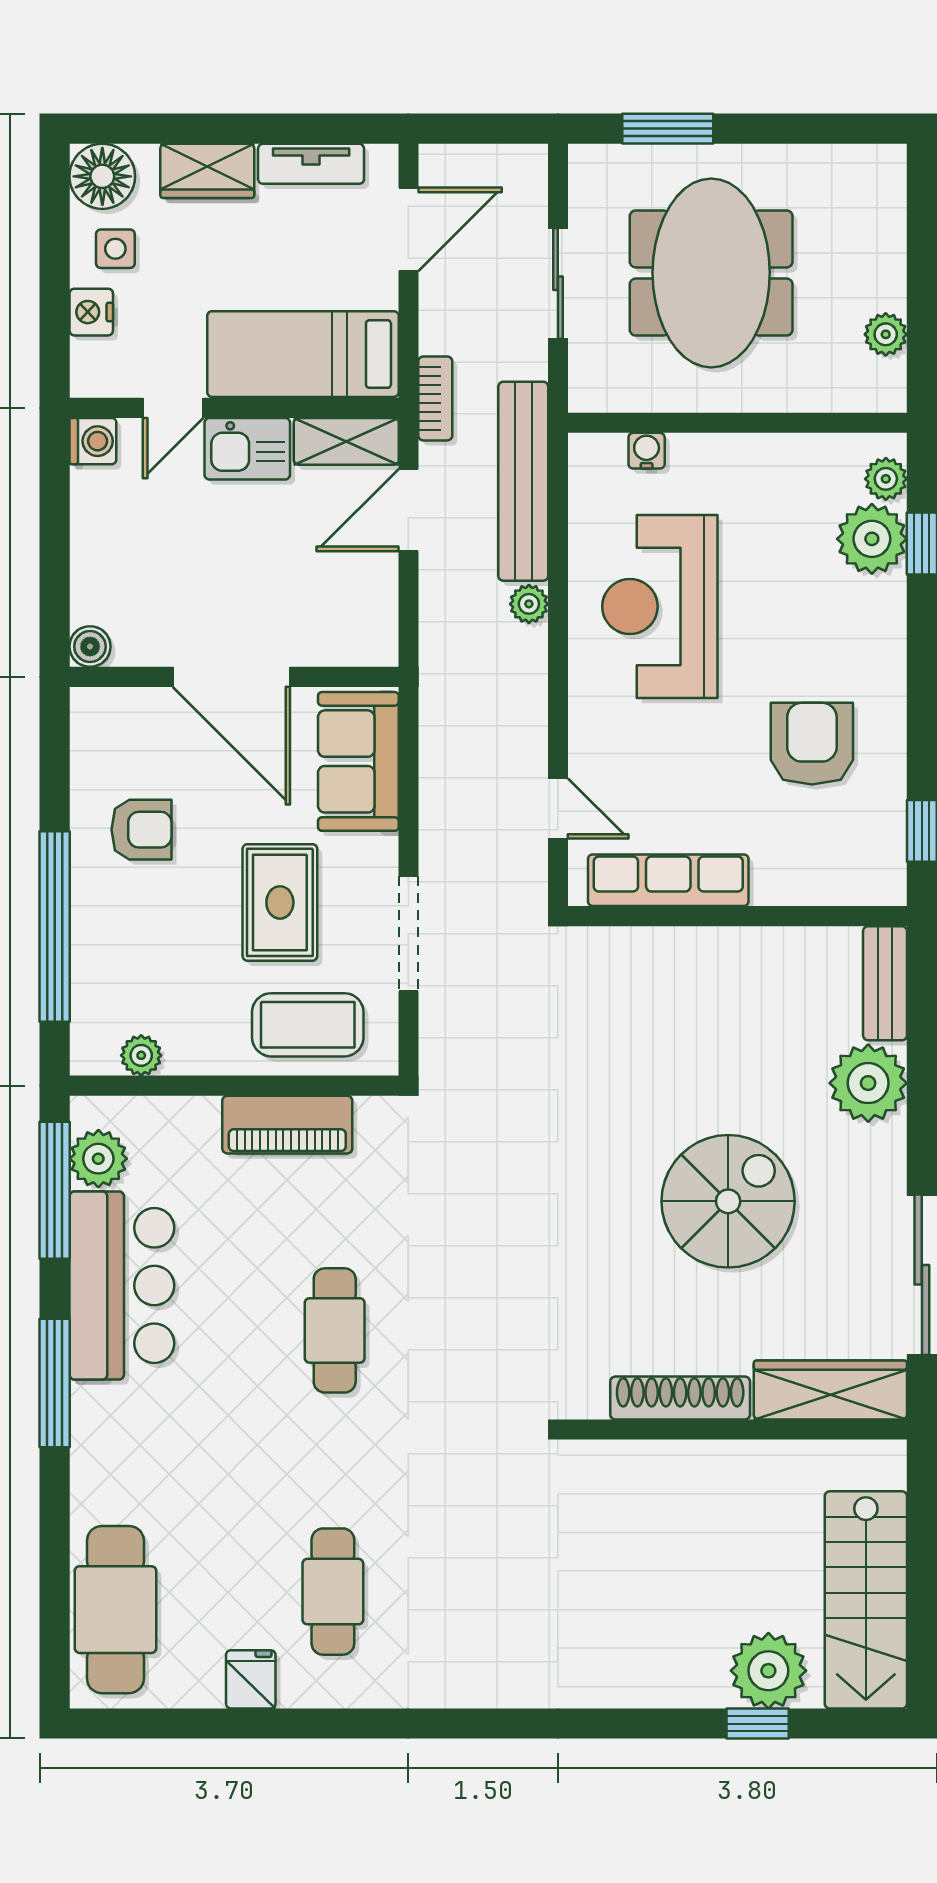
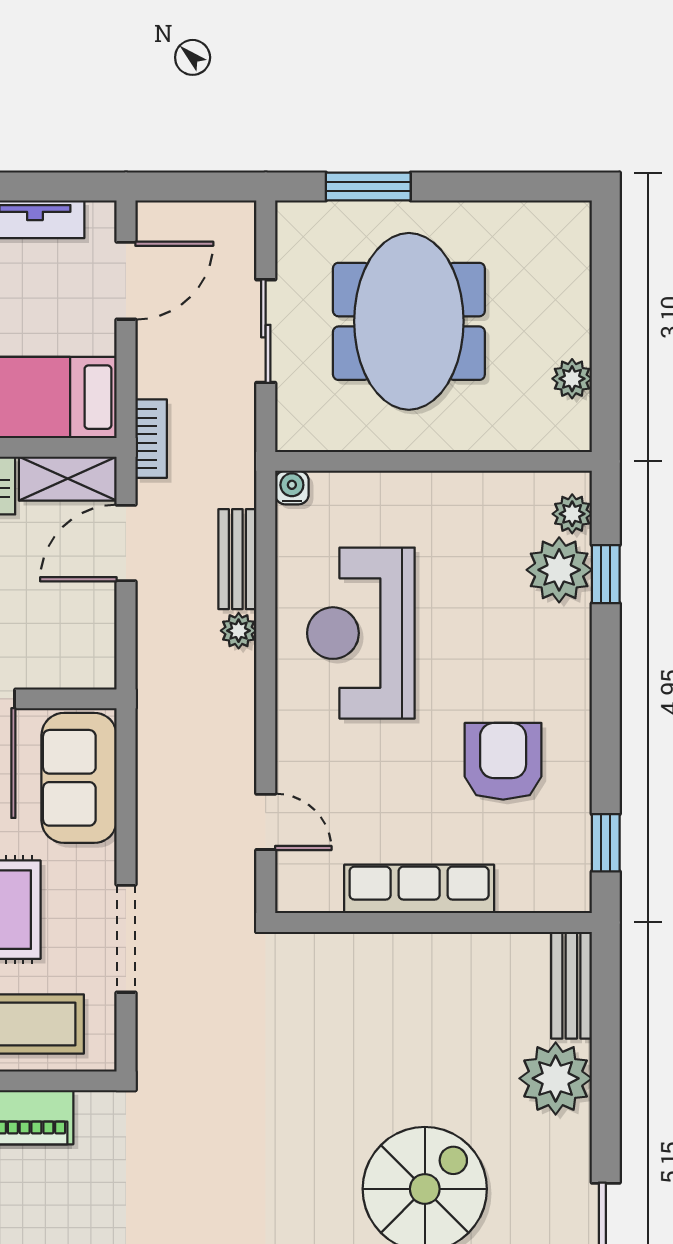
water cooler: (647, 451) -> (292, 487), moved
bench: (523, 481) -> (237, 559), width x0.54, depth x0.82
row of seats: (668, 880) -> (419, 889), moved

